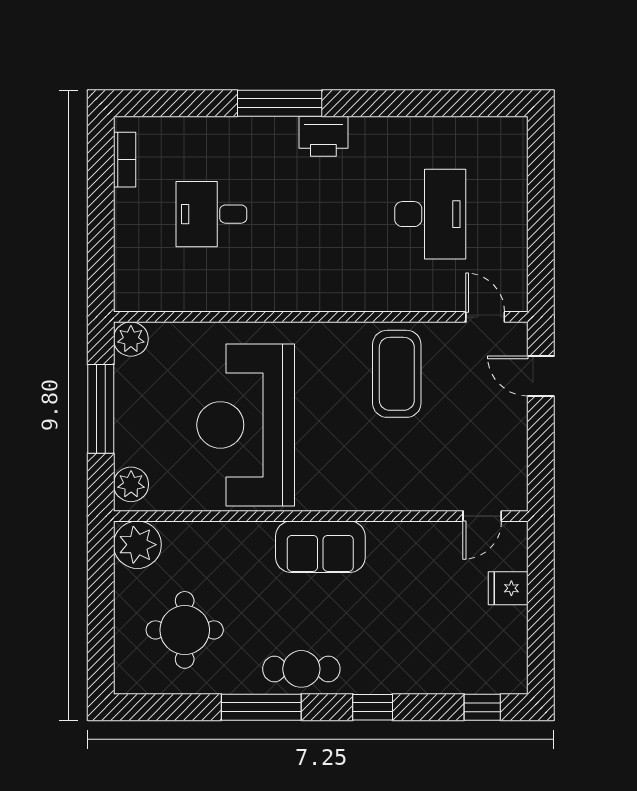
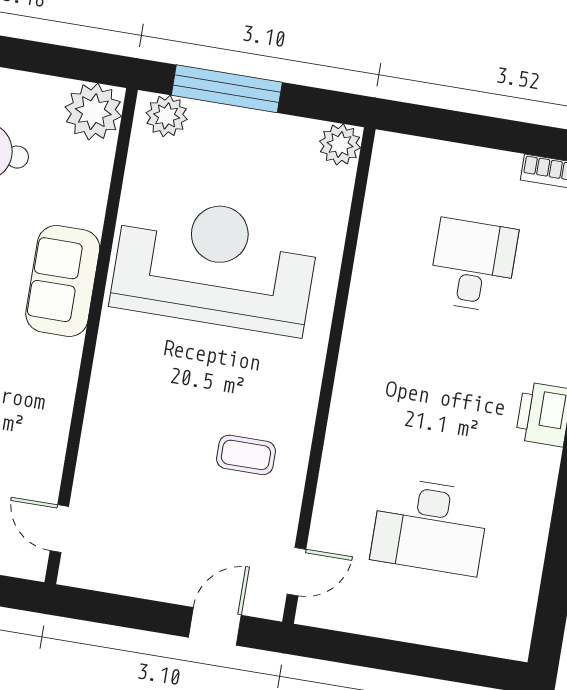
coffee table: (397, 374) -> (246, 455), width x0.54, depth x0.58
window: (101, 409) -> (227, 89), moved
sofa: (320, 547) -> (63, 281), moved

